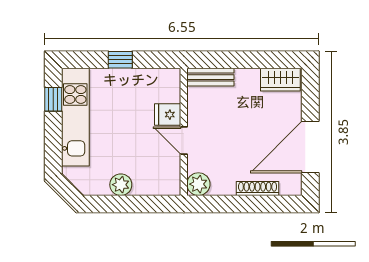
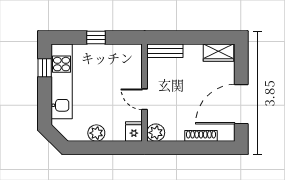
fridge: (168, 115) -> (134, 131), moved, turned 90

